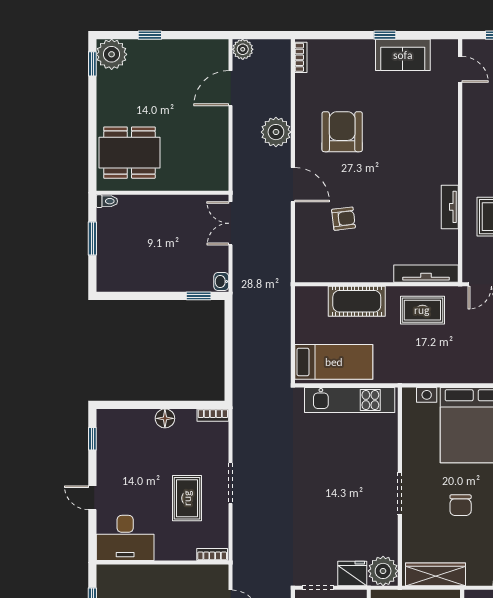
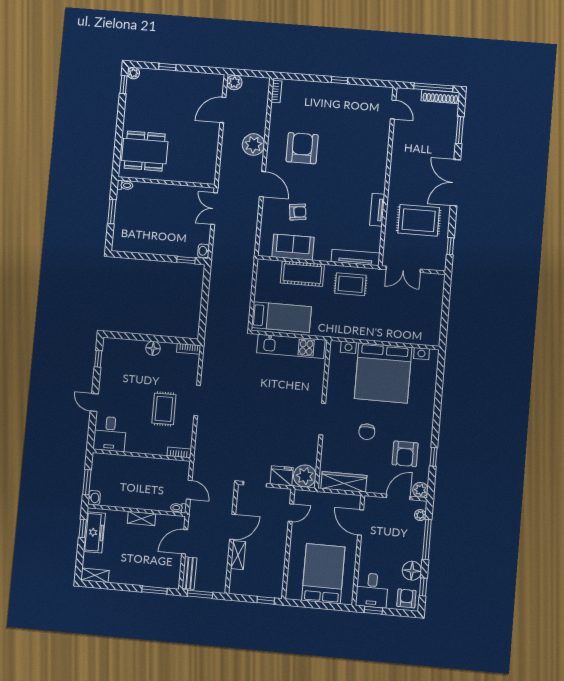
plant: (112, 54) -> (133, 73), width x0.53, depth x0.53
sofa: (403, 55) -> (293, 247), moved, turned 180
desk: (125, 538) -> (110, 434), width x0.73

